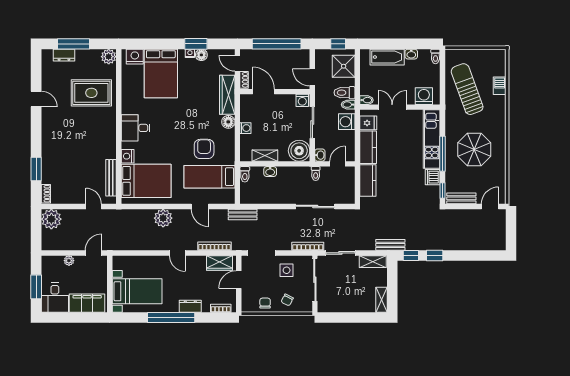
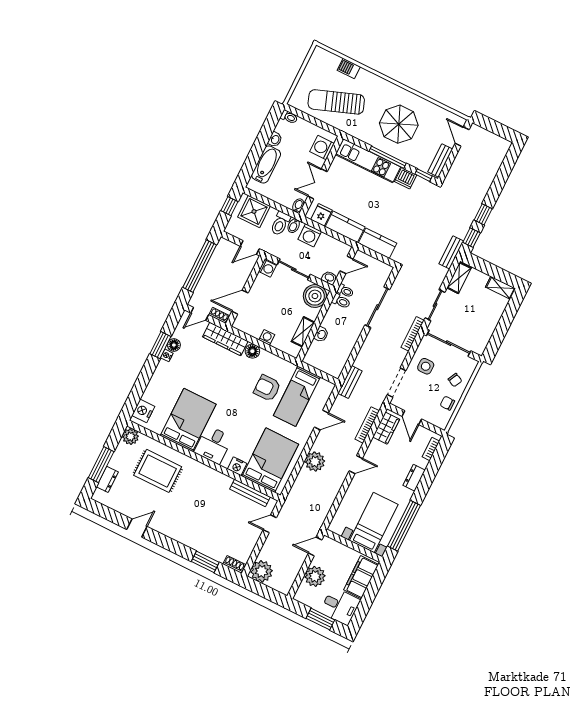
bed: (161, 73) -> (188, 420), moved, turned -90
rug: (91, 93) -> (158, 471), turned 90
door: (338, 164) -> (346, 265), swing flipped
toilet: (245, 174) -> (341, 301), moved
door: (94, 253) -> (315, 547), hinge flipped
plant: (69, 261) -> (315, 576), width x1.88, depth x1.88
window: (171, 317) -> (404, 526), moved

